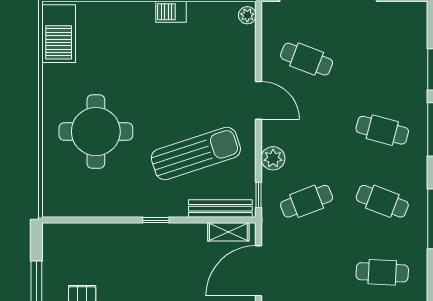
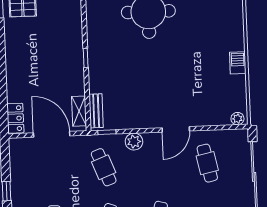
cafe table: (307, 59) -> (207, 163), turned -33
sun lounger: (196, 153) -> (135, 85), removed
bench: (220, 209) -> (96, 111), width x0.73

